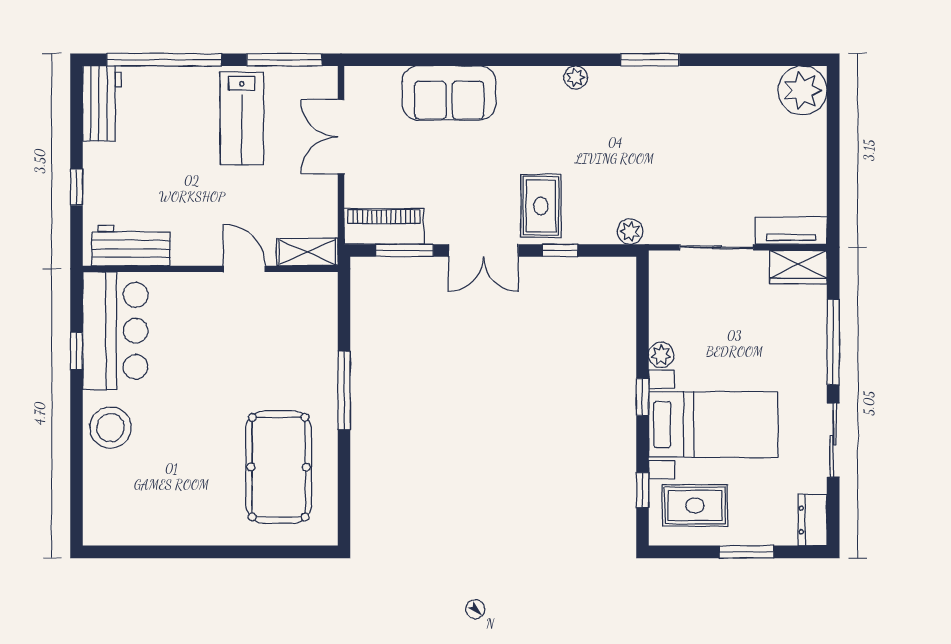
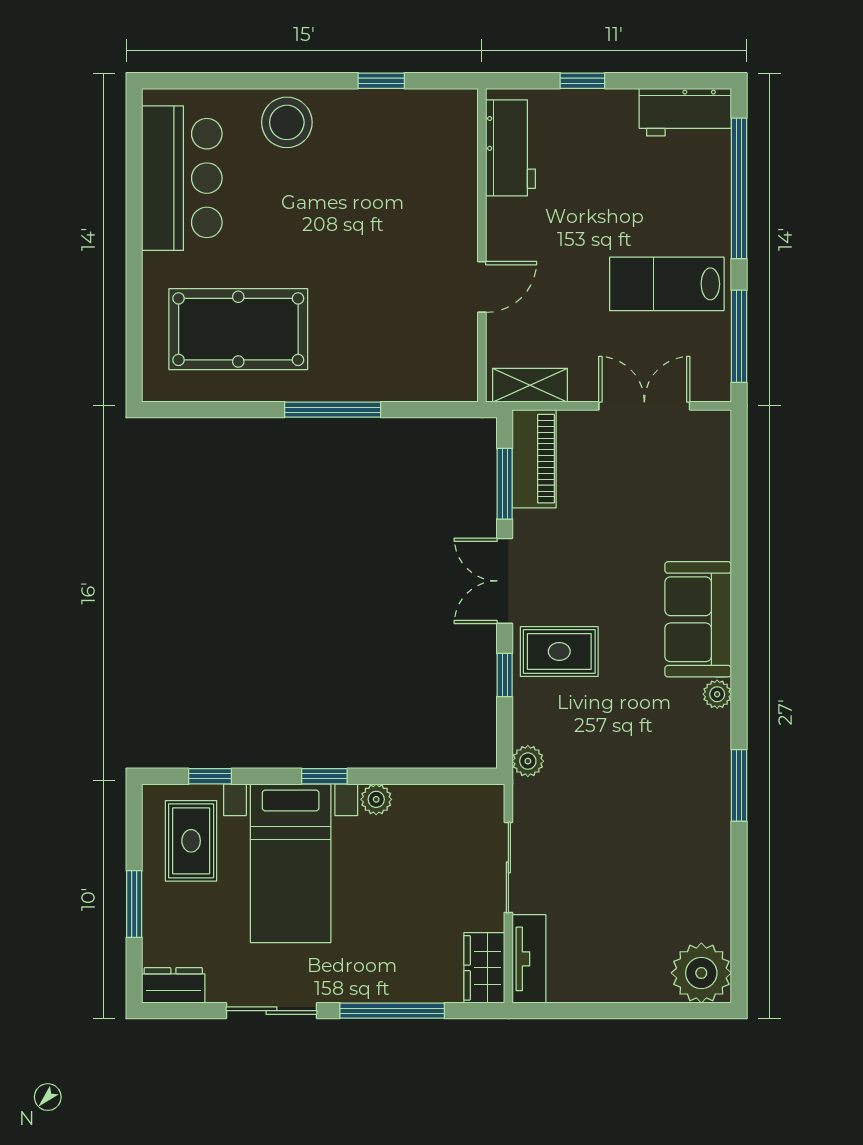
sofa: (449, 93) -> (698, 619), moved
shelving: (307, 252) -> (530, 385), moved, turned 90
bar counter: (115, 331) -> (182, 178), moved, turned -90

